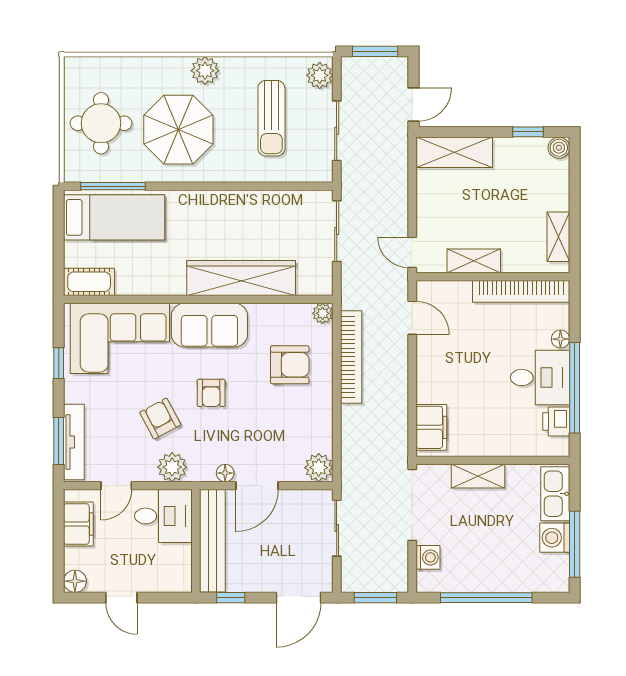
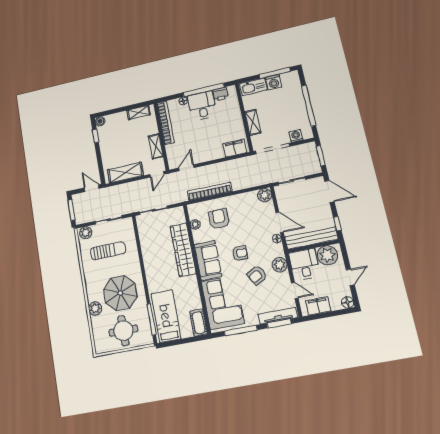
plant: (205, 71) -> (95, 309), moved
shelving: (454, 152) -> (125, 173), moved, turned 90
plant: (323, 313) -> (195, 224), moved
window: (59, 363) -> (241, 330), width x2.17
plant: (173, 564) -> (327, 255), added

